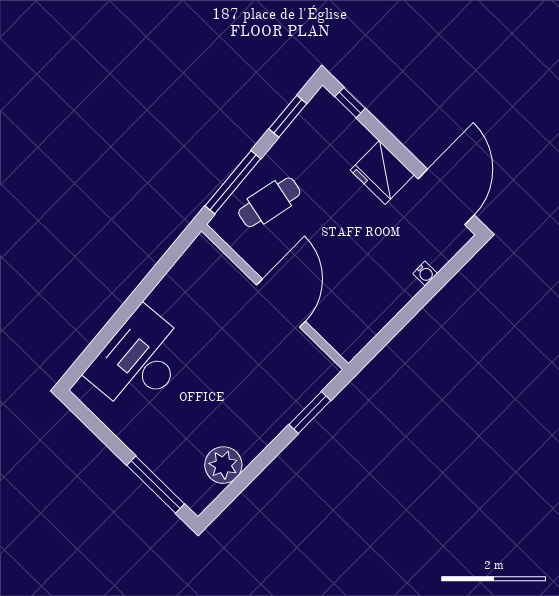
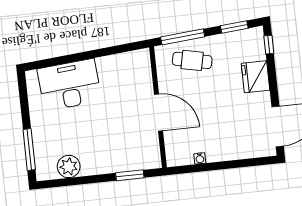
fridge: (382, 172) -> (256, 77), moved
water cooler: (425, 273) -> (200, 158), moved
door: (281, 303) -> (159, 112), hinge flipped

